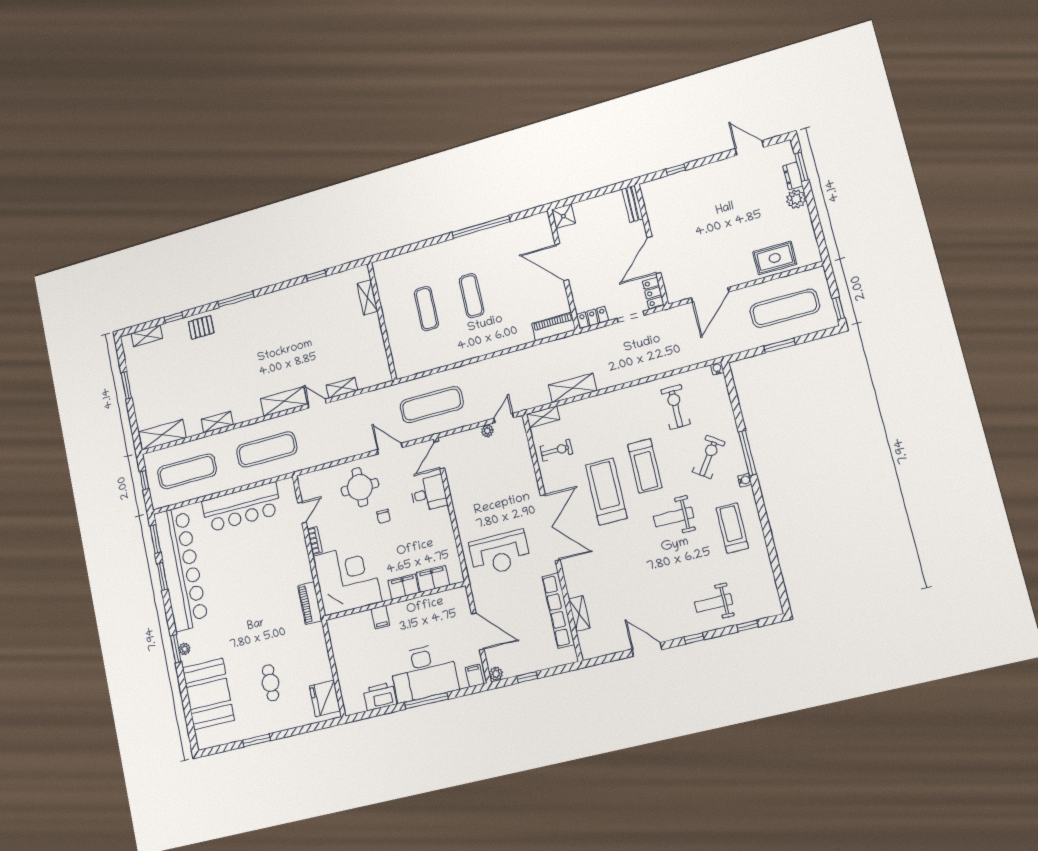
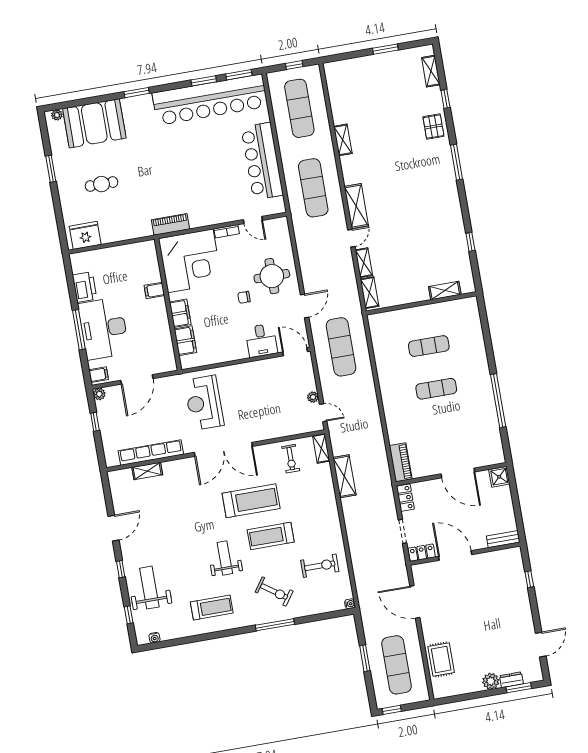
door: (562, 262) -> (458, 473), swing flipped
shelving: (162, 435) -> (370, 293), moved, width x0.67, depth x0.75
water cooler: (745, 480) -> (155, 638), moved
weight bench: (714, 603) -> (149, 588), width x1.36, depth x1.33
plant: (185, 649) -> (57, 115), moved

